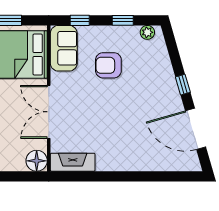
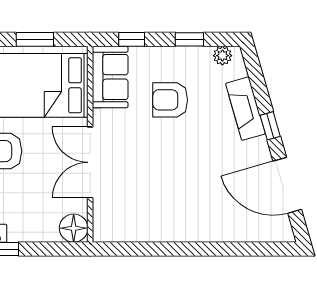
fireplace: (73, 162) -> (245, 109), moved, turned -106

